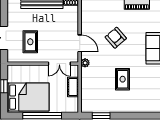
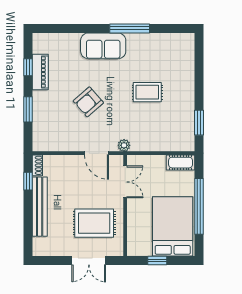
rug: (30, 42) -> (94, 223), width x1.36, depth x1.43
door: (80, 43) -> (96, 153), swing flipped
cot: (73, 87) -> (181, 163), moved

